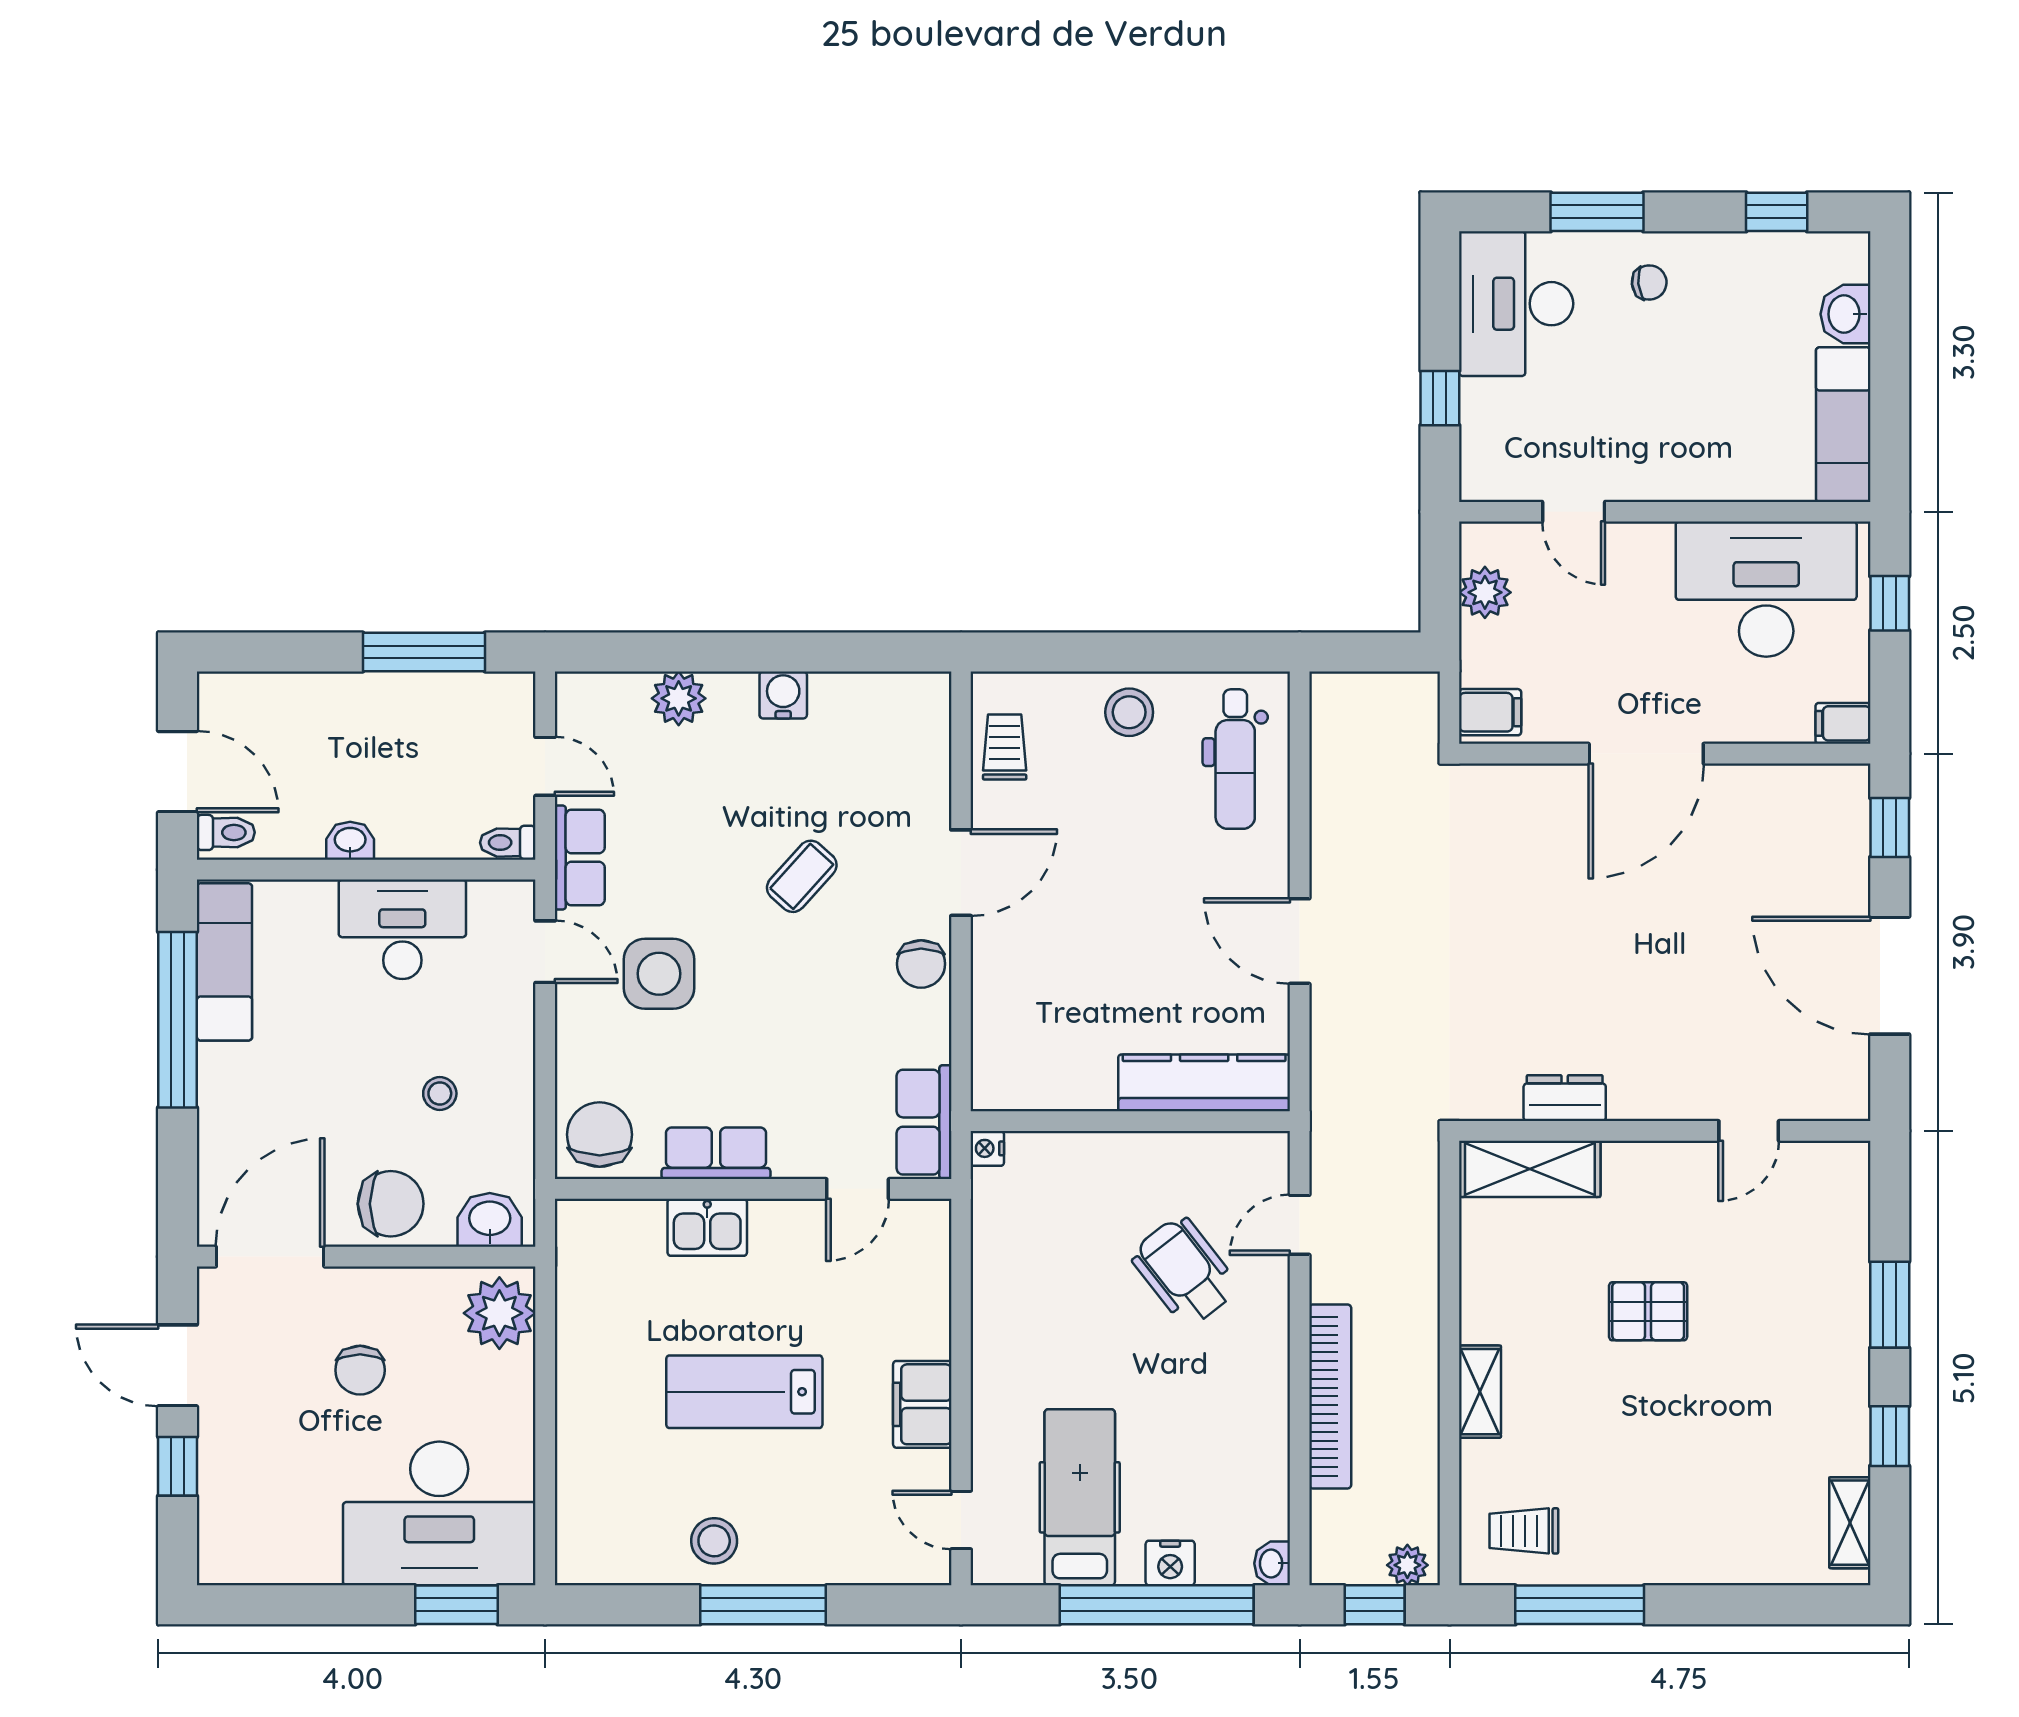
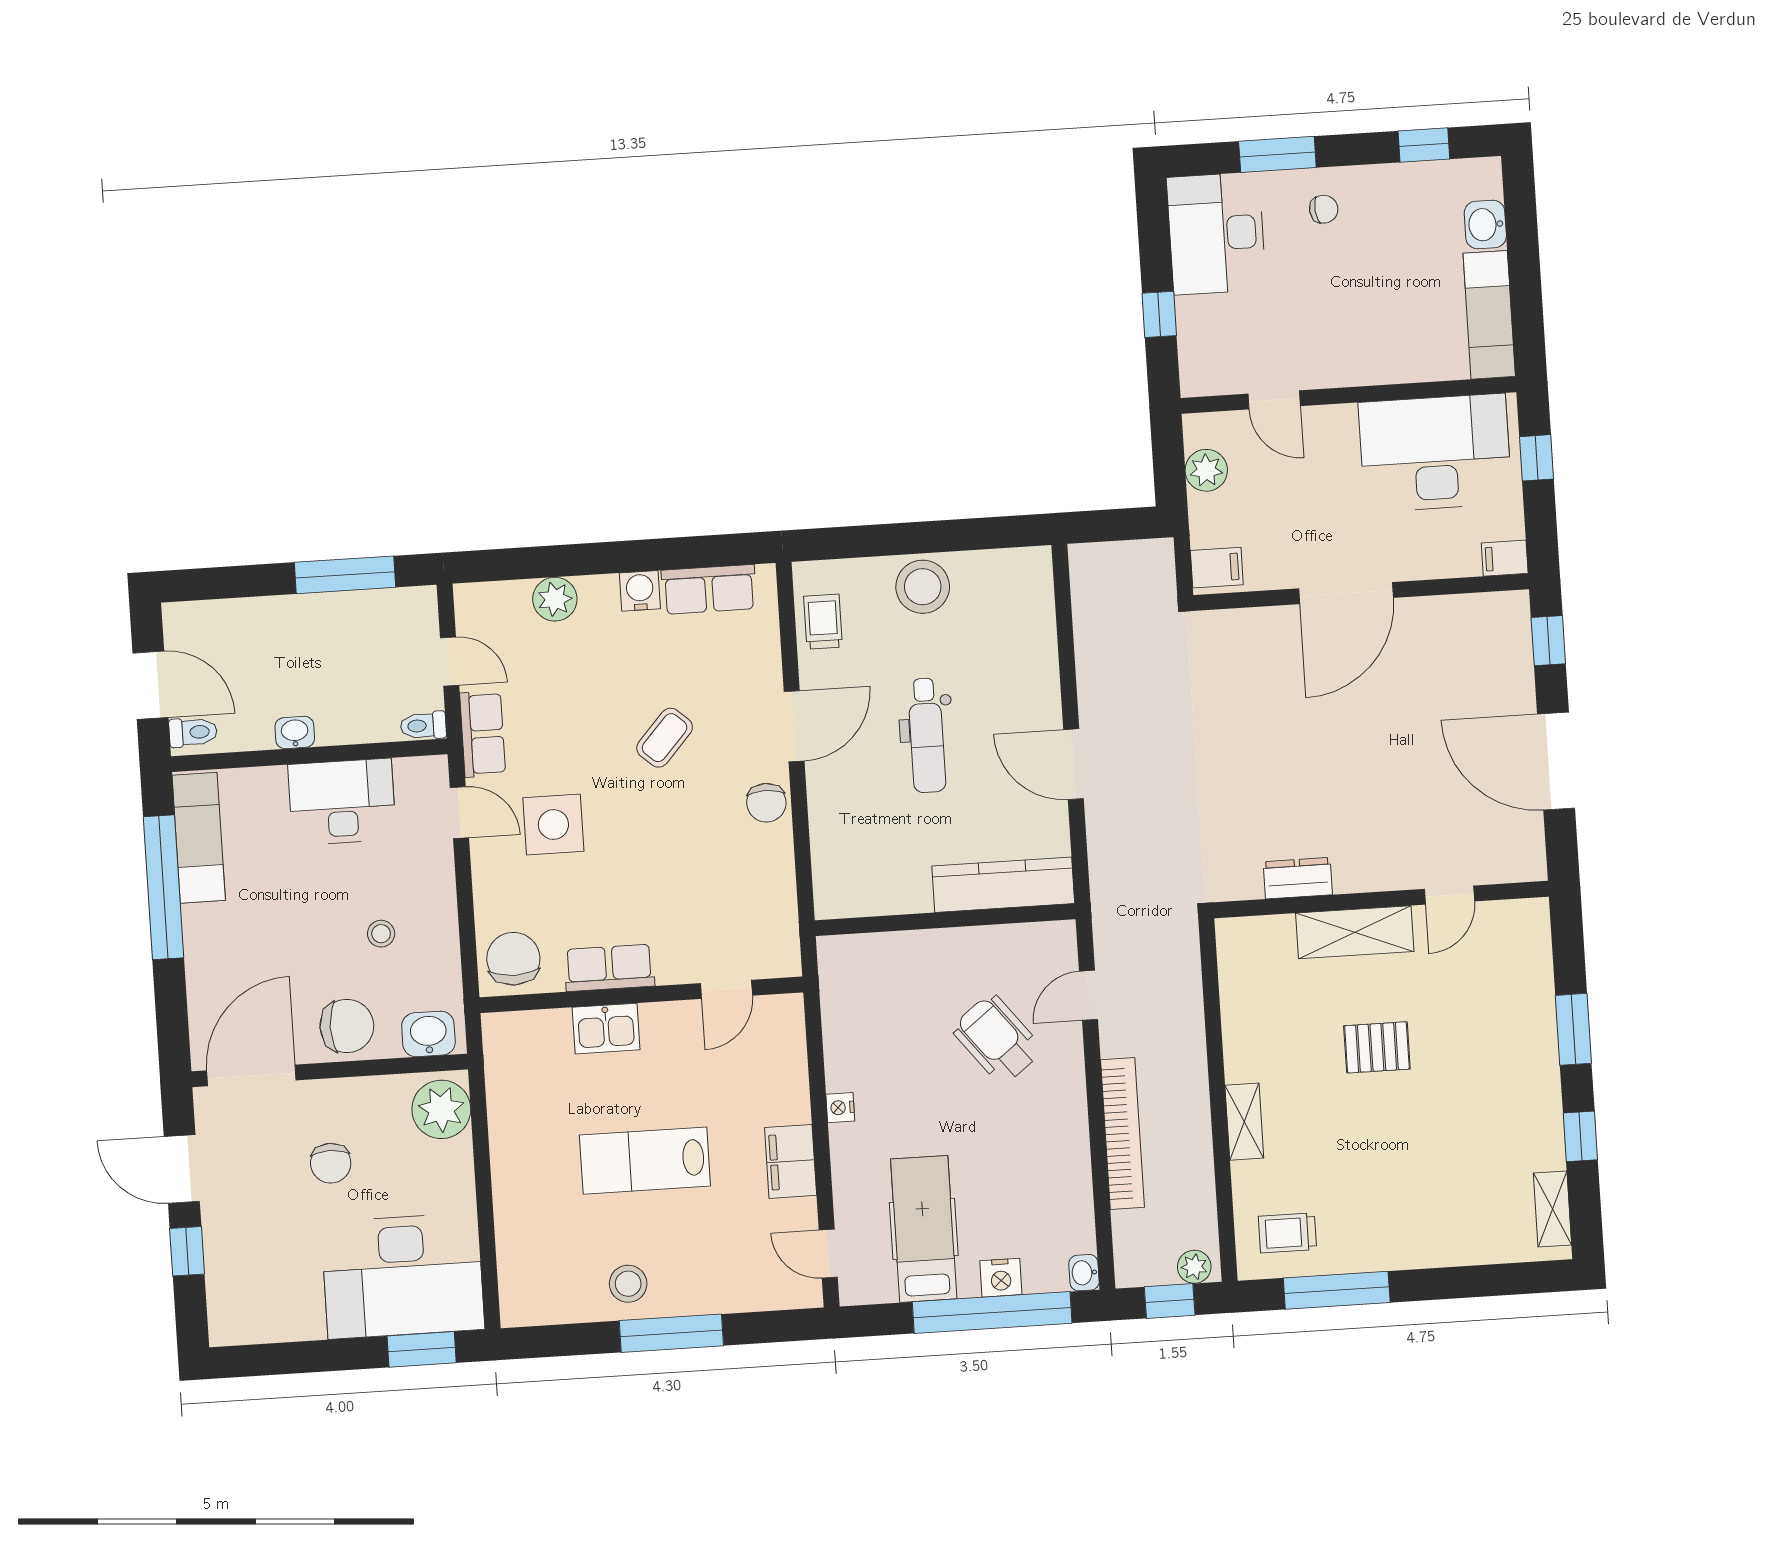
stool: (1129, 712) -> (923, 587), width x1.38, depth x1.38
dental chair: (1235, 759) -> (927, 735), moved
row of seats: (924, 1122) -> (709, 589), moved, turned -90
nightstand: (987, 1148) -> (840, 1108), moved
shelving: (1530, 1169) -> (1355, 932), moved

